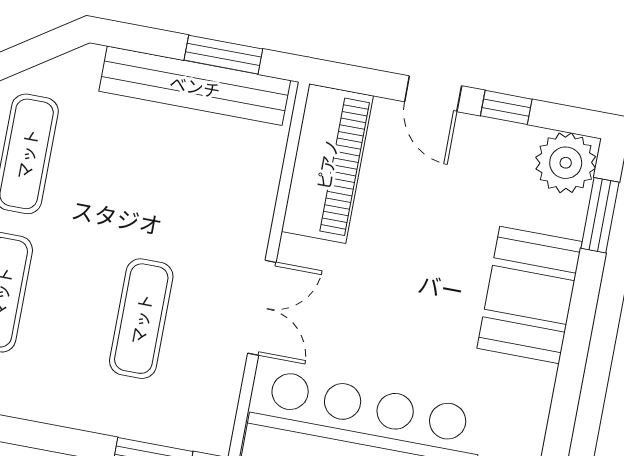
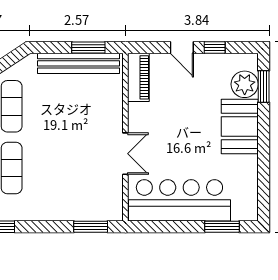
plant: (566, 163) -> (245, 84), moved
piano: (327, 164) -> (138, 77), width x0.73, depth x0.75
exercise mat: (141, 319) -> (74, 168), removed

